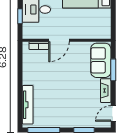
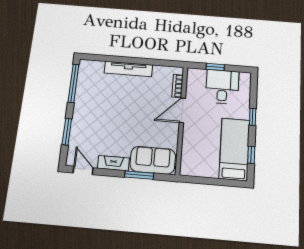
door: (59, 40) -> (182, 110), hinge flipped
tv unit: (28, 105) -> (128, 69), moved

